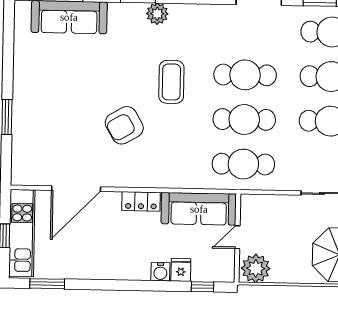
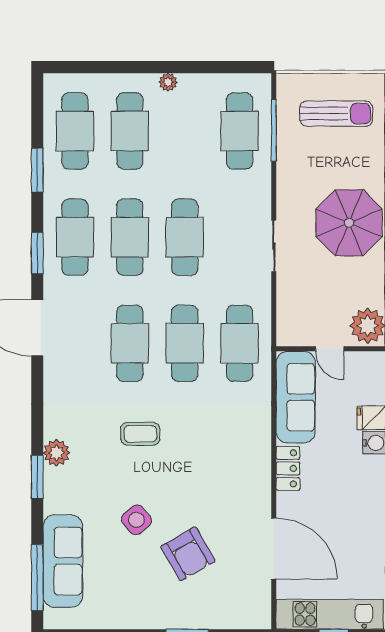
side table: (102, 77) -> (136, 520), added
coffee table: (171, 82) -> (140, 434), width x0.73, depth x0.77
armchair: (124, 125) -> (188, 554), moved

